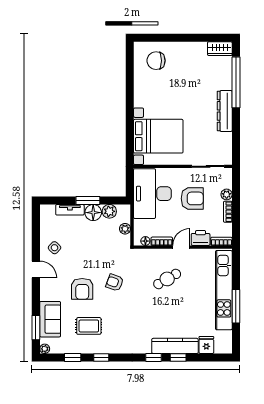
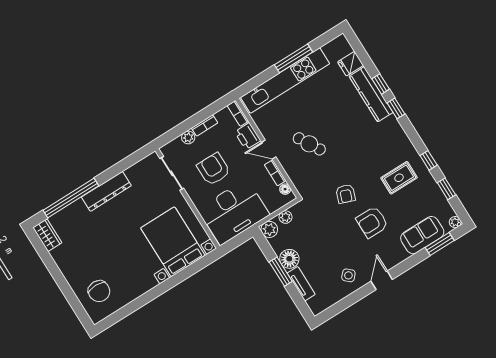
plant: (109, 211) -> (269, 229), moved
armchair: (82, 289) -> (372, 222), turned 180
rug: (89, 326) -> (399, 178), moved, turned 90

